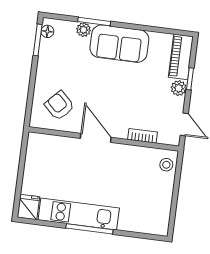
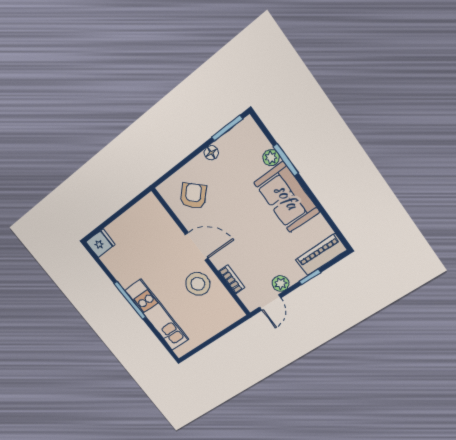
floor lamp: (47, 31) -> (211, 153), moved
plant: (179, 88) -> (281, 284), moved
door: (96, 138) -> (197, 246), hinge flipped
stool: (166, 165) -> (198, 284), moved, width x1.89, depth x1.89
kitchen unit: (79, 214) -> (157, 315), moved

